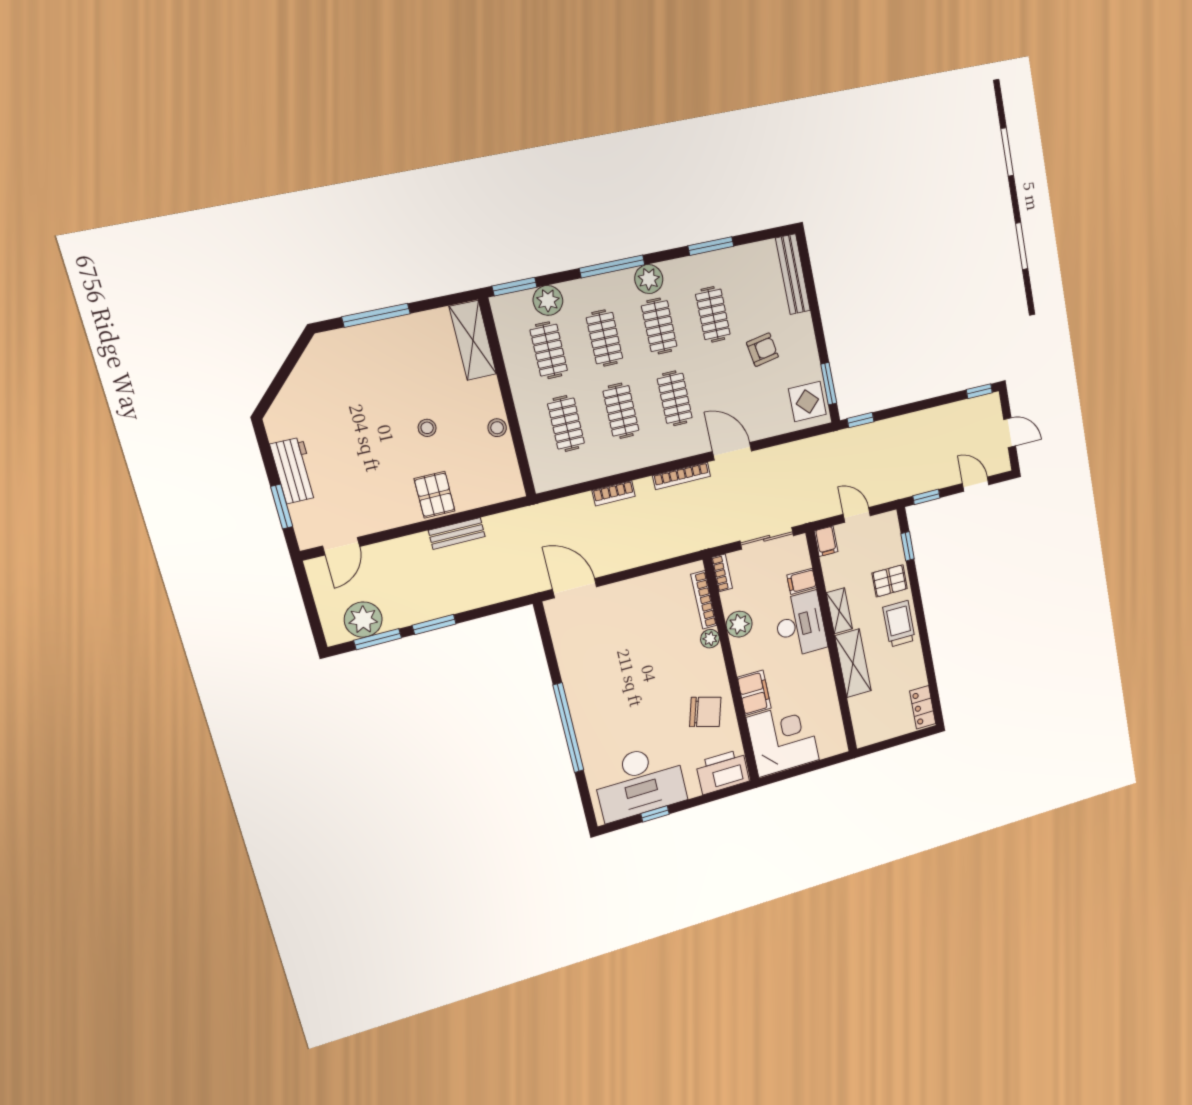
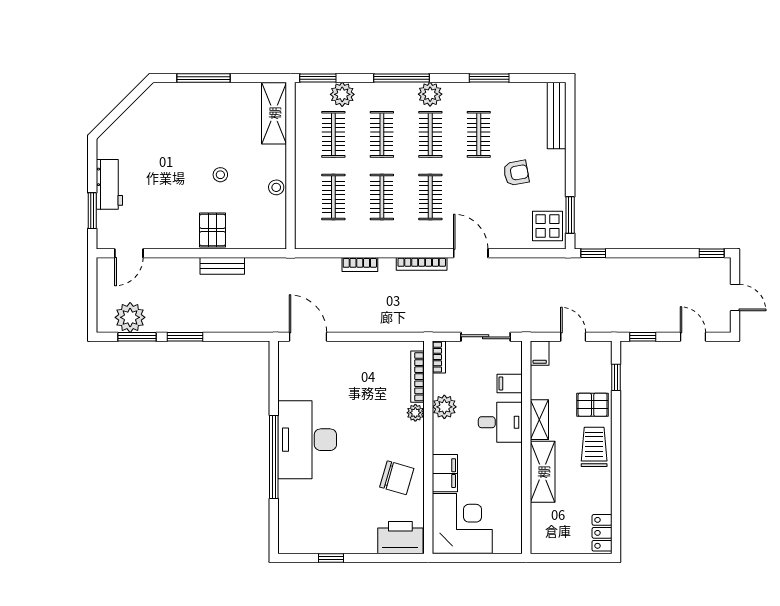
desk: (800, 624) -> (500, 422), width x0.73
desk: (640, 782) -> (307, 440), moved, turned 90

